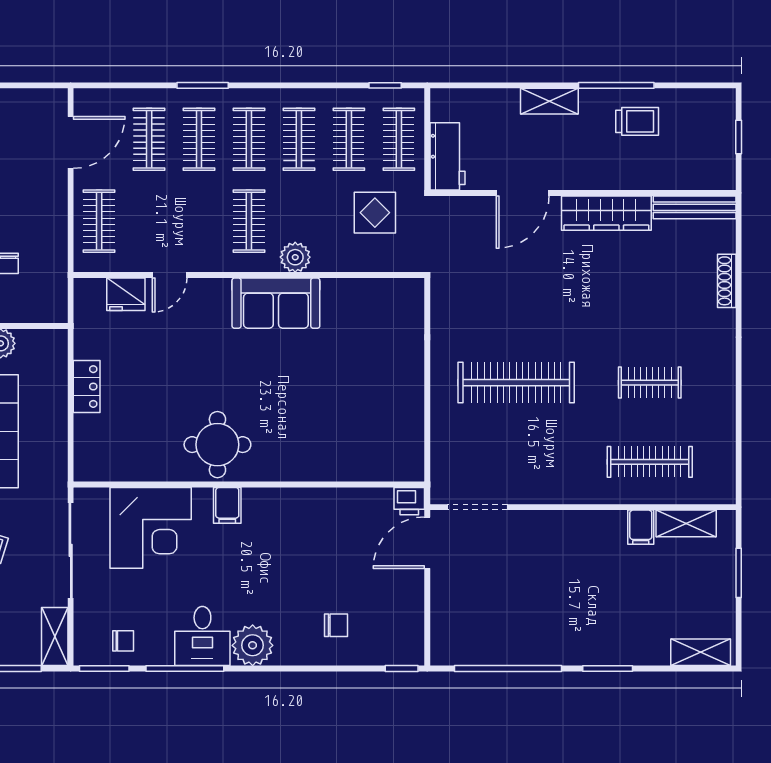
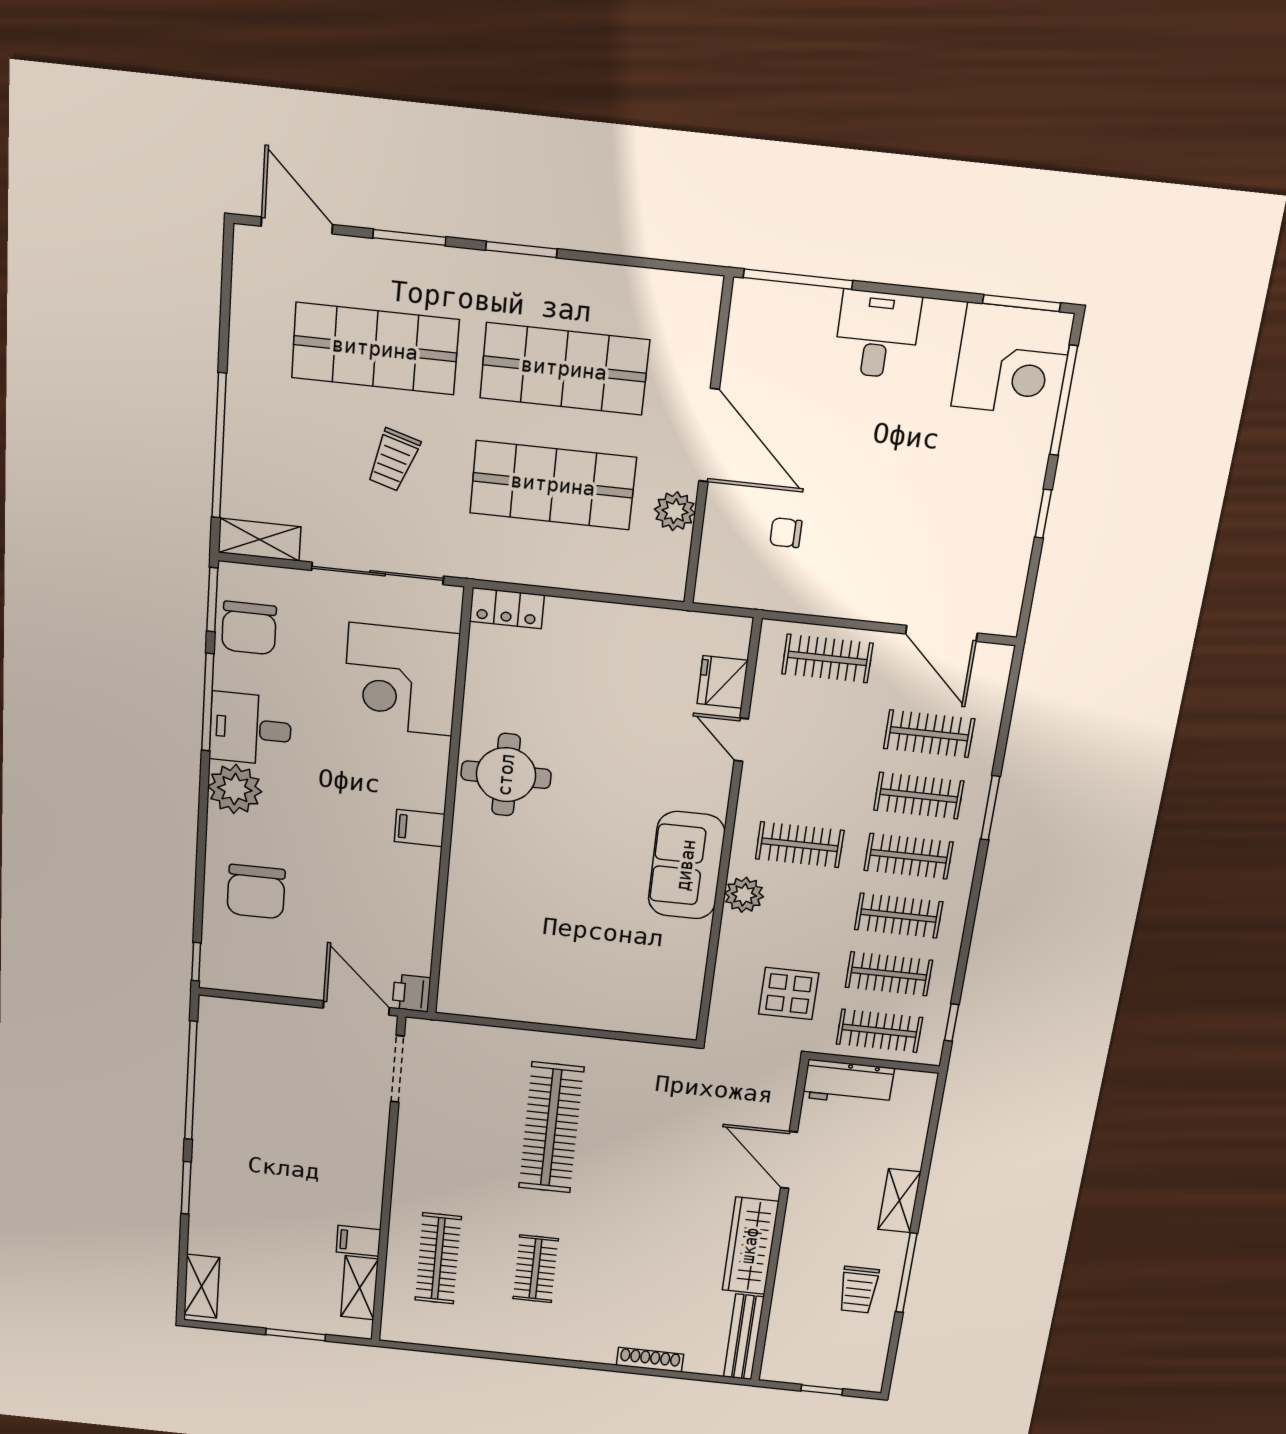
locker: (87, 387) -> (507, 608), moved
filing cabinet: (227, 505) -> (420, 828), moved
chair: (336, 625) -> (256, 892), width x1.87, depth x1.87
chair: (123, 641) -> (249, 628), width x1.87, depth x1.87

